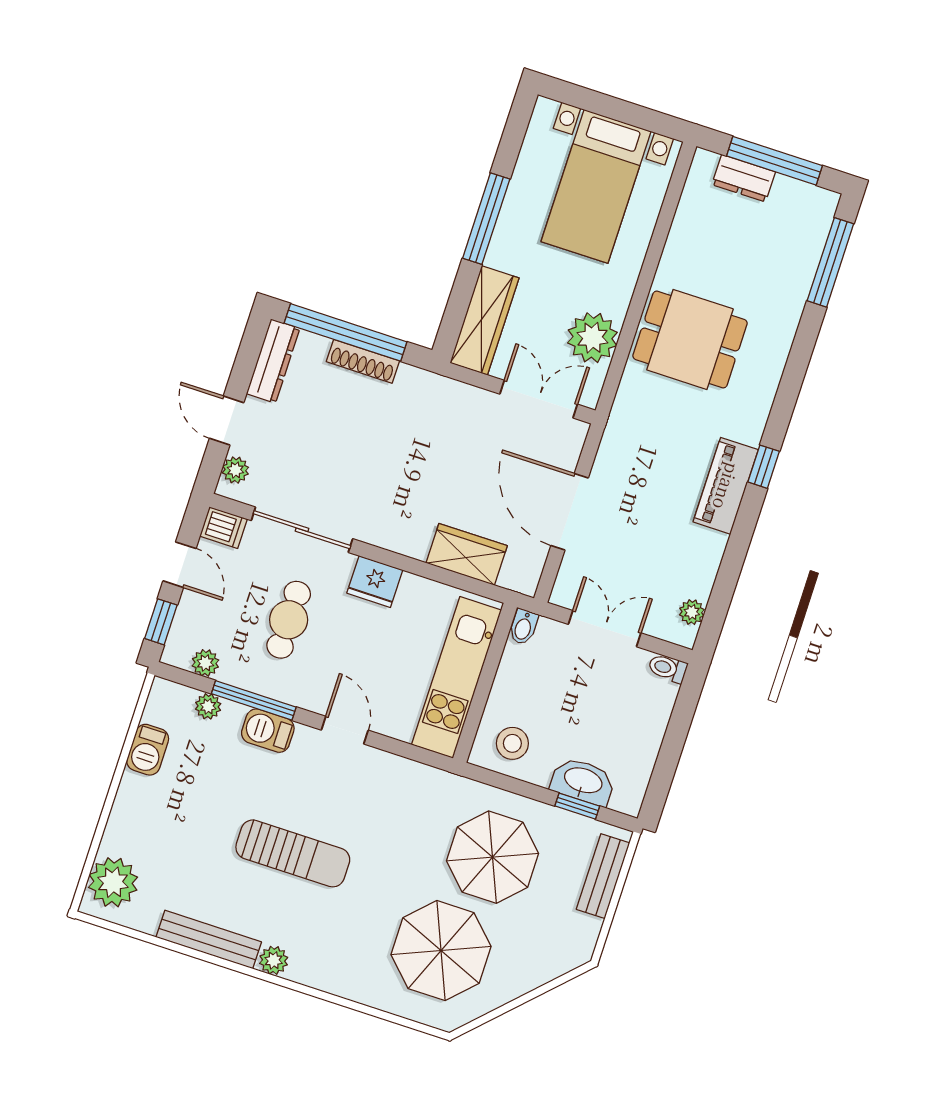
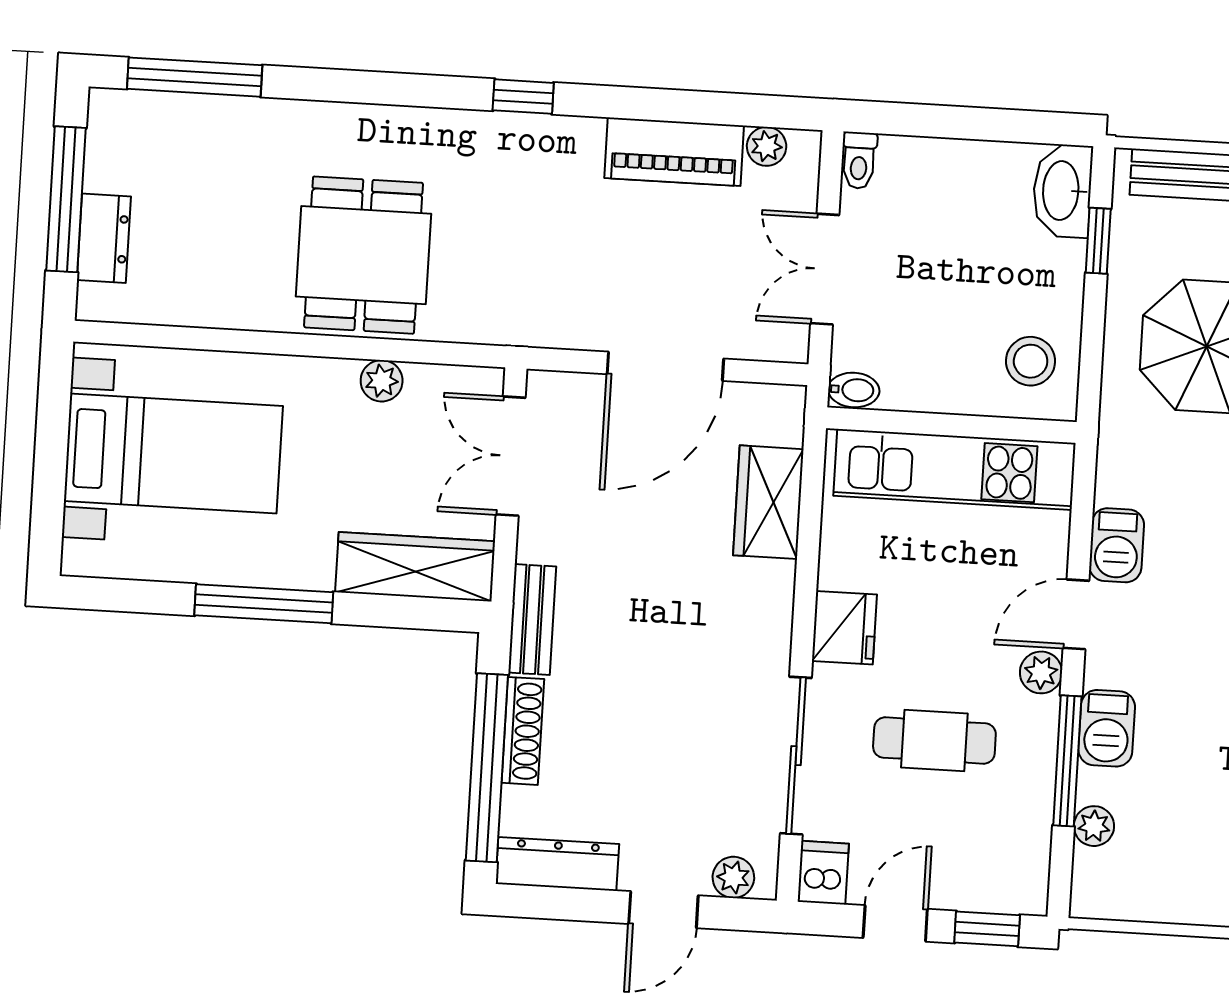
plant: (592, 338) -> (382, 381), width x0.53, depth x0.53
bench: (432, 386) -> (532, 620), added
piano: (726, 486) -> (674, 152), moved
plant: (205, 663) -> (1041, 672), moved
barbecue: (148, 750) -> (1117, 545), moved, turned 90
washbasin: (583, 781) -> (1062, 191), moved

